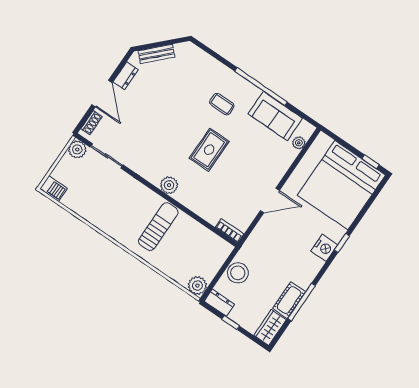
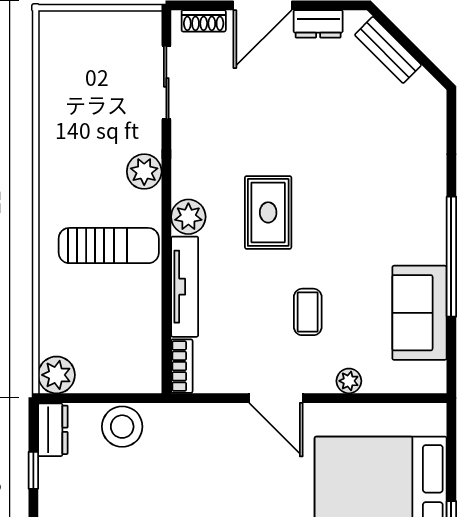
coffee table: (222, 104) -> (308, 312), moved
plant: (299, 143) -> (349, 381), moved
plant: (77, 149) -> (144, 172), moved
rug: (209, 150) -> (268, 212), moved, turned 90
barbecue: (54, 189) -> (54, 32), removed
tv unit: (197, 207) -> (185, 287), added

